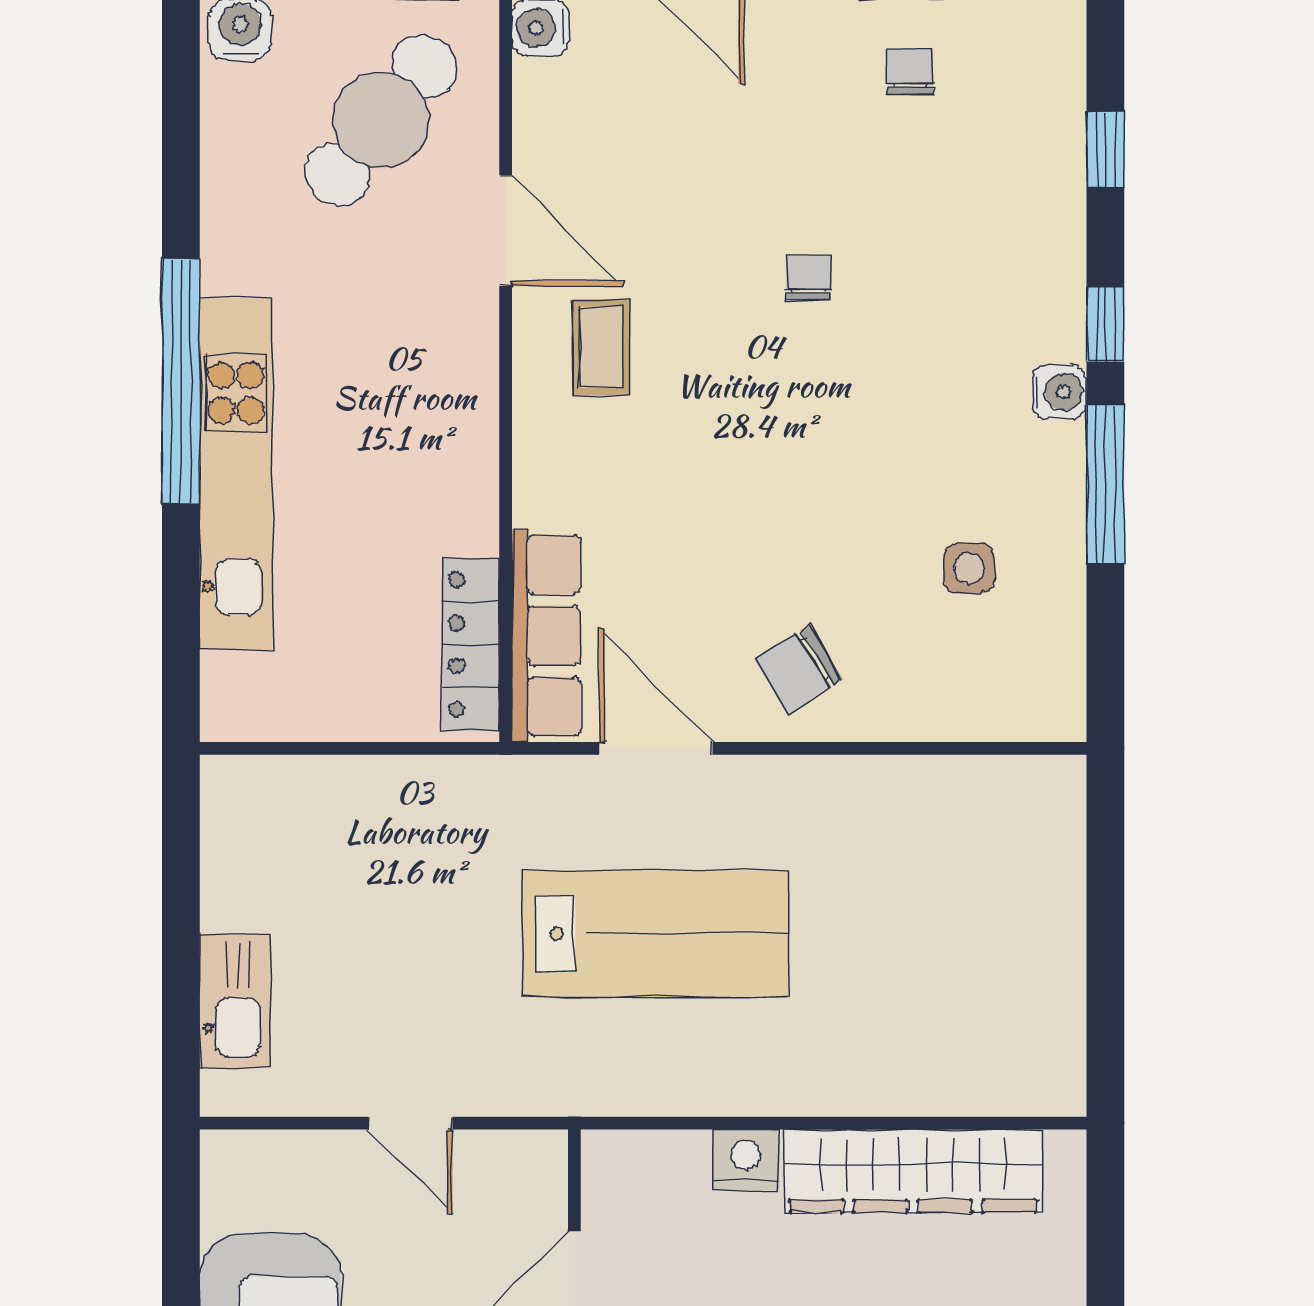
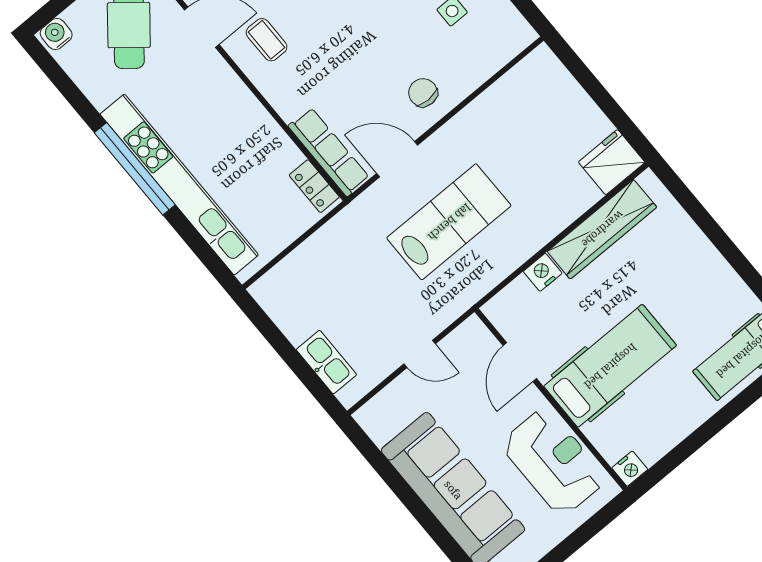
kitchen unit: (236, 474) -> (179, 185), width x1.36
locker: (471, 644) -> (314, 186), width x0.66
chair: (799, 669) -> (423, 93), turned 122
fridge: (1028, 1067) -> (612, 162), added

